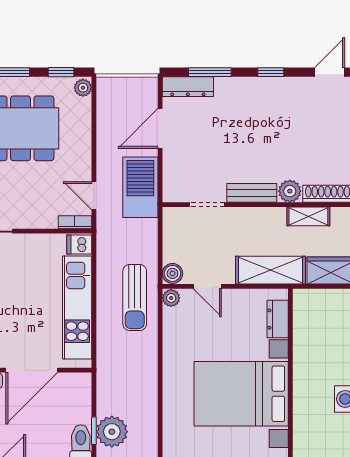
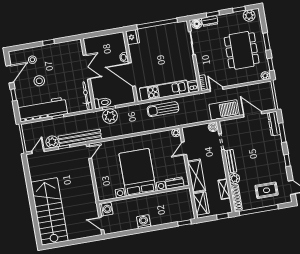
rug: (326, 127) -> (267, 190), added
door: (94, 196) -> (217, 89), hinge flipped
boiler: (172, 273) -> (213, 127), moved
sun lounger: (135, 298) -> (163, 109), moved

